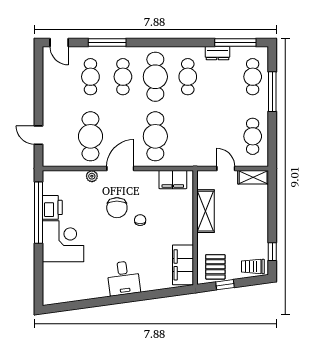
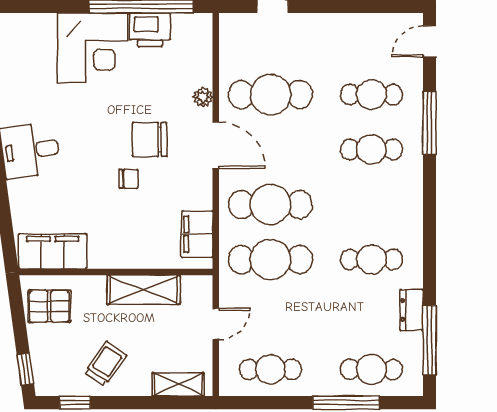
cafe table: (155, 77) -> (270, 259), moved
shelving: (253, 177) -> (178, 384), moved, turned 90
trolley: (253, 266) -> (106, 364), moved, turned 35
window: (225, 285) -> (25, 369), moved

